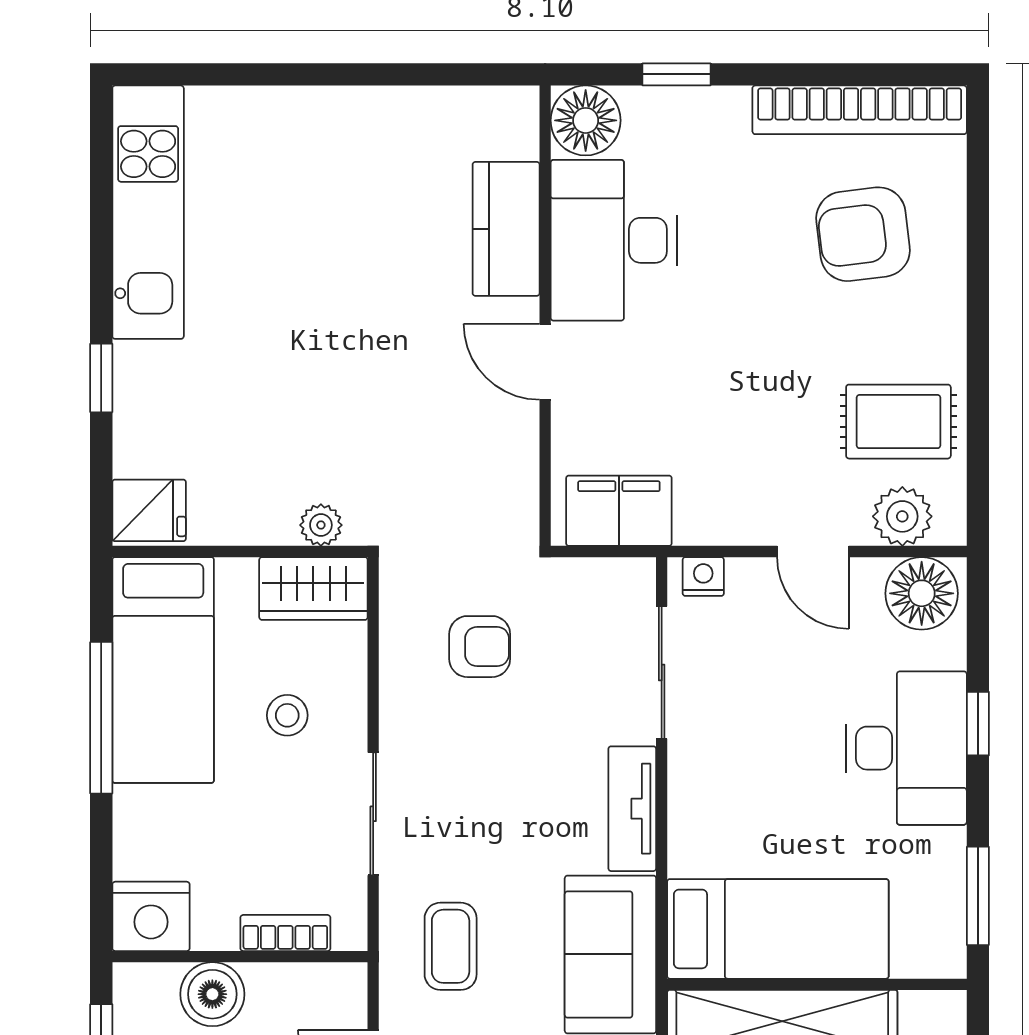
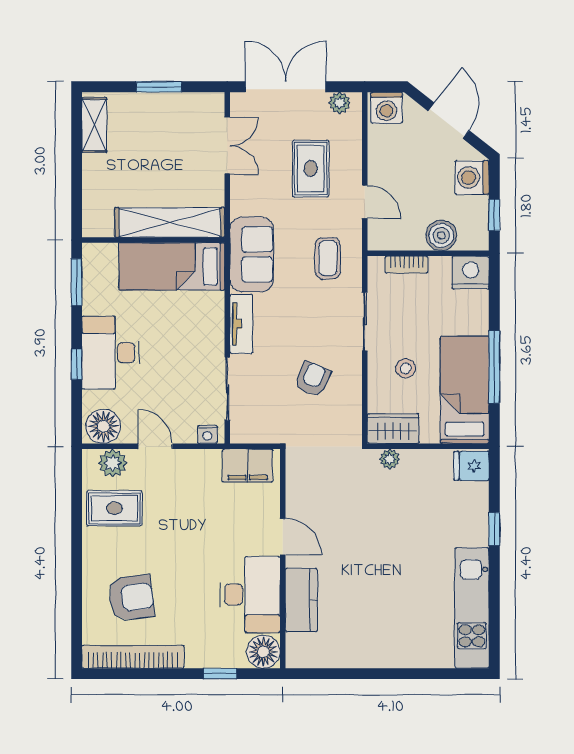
armchair: (480, 647) -> (313, 379), moved, turned 113

